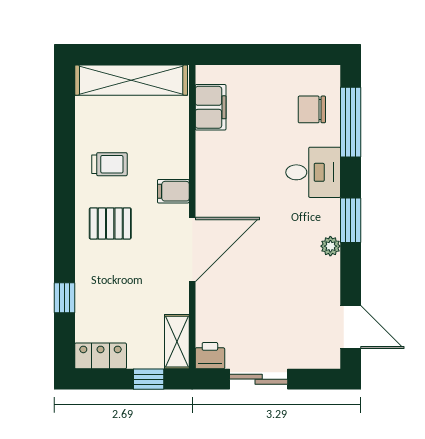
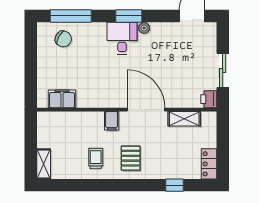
shelving: (131, 80) -> (44, 164), width x0.45, depth x0.75
chair: (312, 109) -> (63, 39), turned -60
desk: (313, 172) -> (122, 38), moved
shelving: (177, 342) -> (184, 119), moved
window: (149, 379) -> (223, 135), removed

